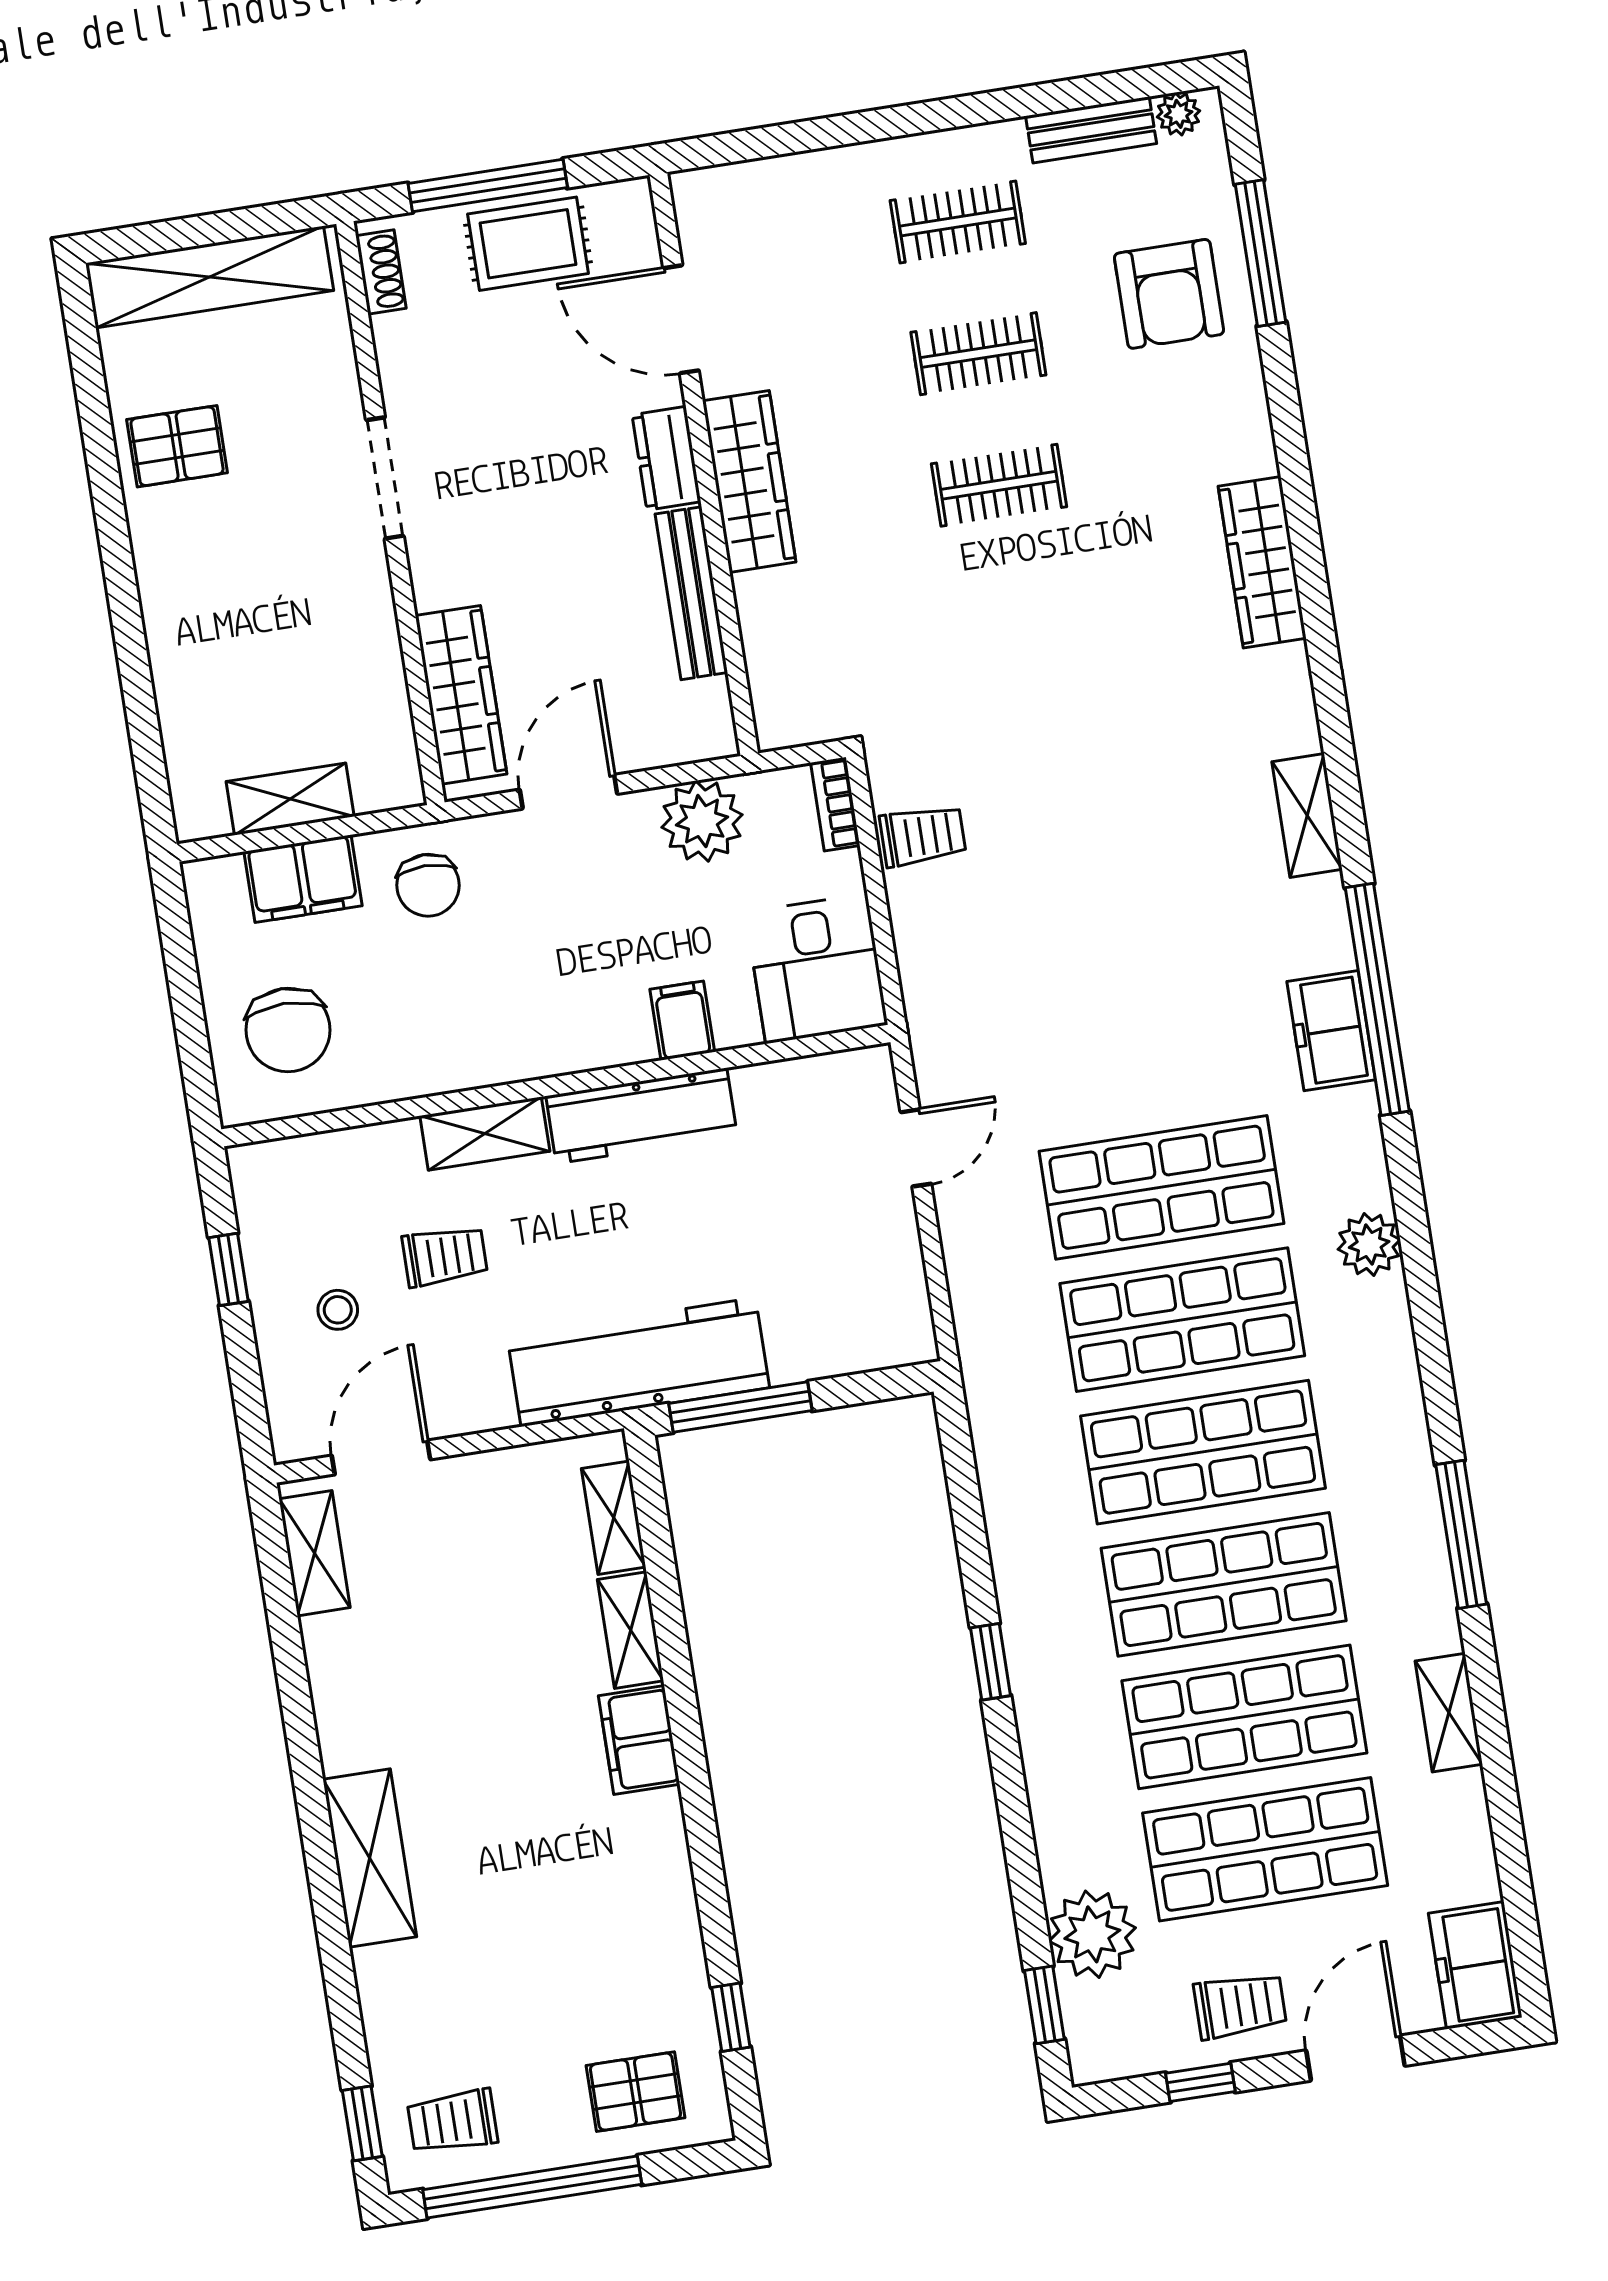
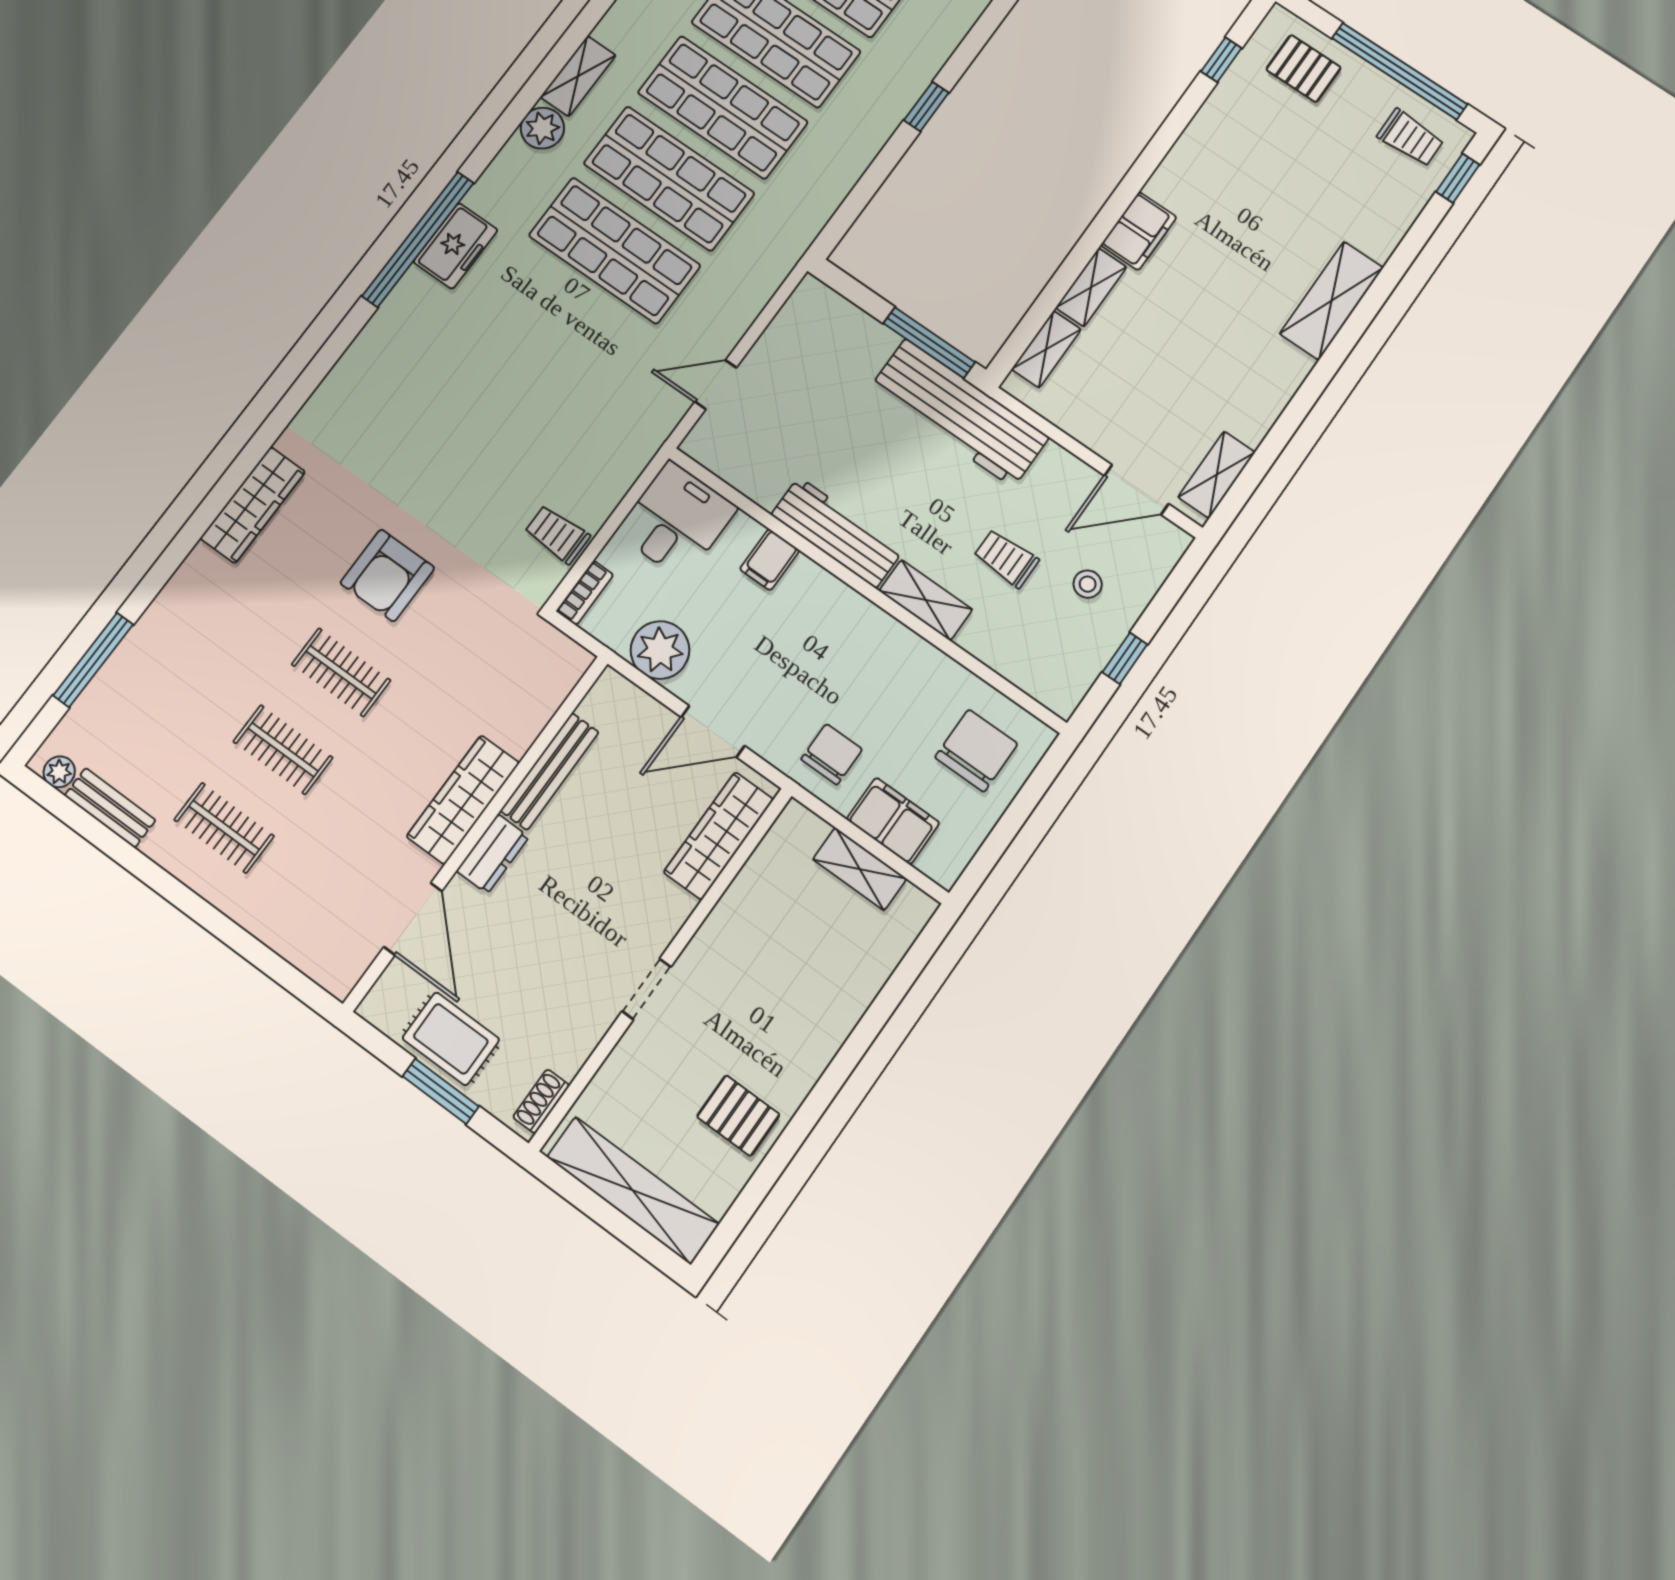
window: (488, 186) -> (441, 1091), width x0.69
armchair: (1169, 294) -> (387, 575), moved, turned 180
doorway: (385, 478) -> (647, 989), width x0.73
shelving: (1307, 816) -> (578, 76), moved

